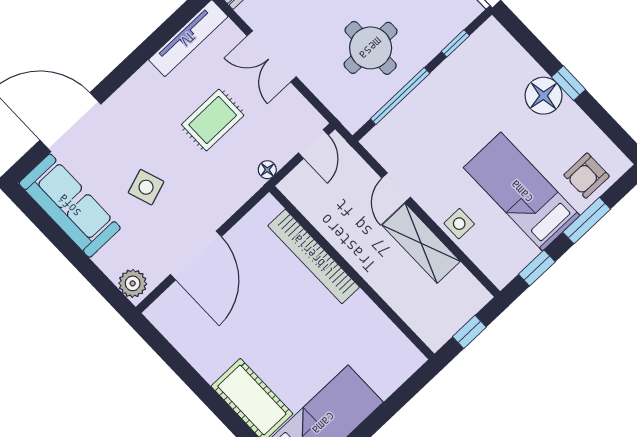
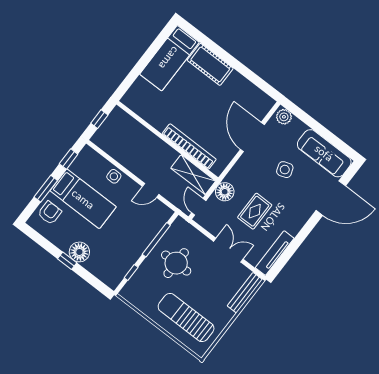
floor lamp: (267, 170) -> (225, 192), width x1.89, depth x1.89
door: (396, 188) -> (151, 190), swing flipped
shelving: (421, 243) -> (193, 175), moved

